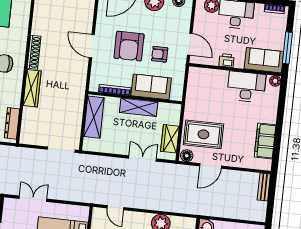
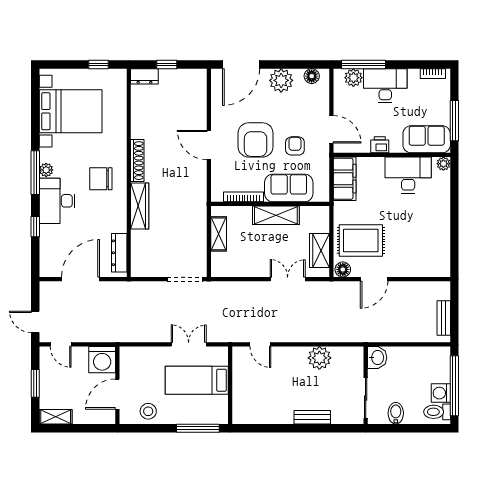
armchair: (160, 54) -> (295, 146), turned 90
shelving: (94, 117) -> (219, 234), width x0.67, depth x0.75
filing cabinet: (265, 141) -> (345, 179), moved, turned 180
bench: (264, 187) -> (444, 318), moved
double door: (33, 199) -> (189, 344), moved

